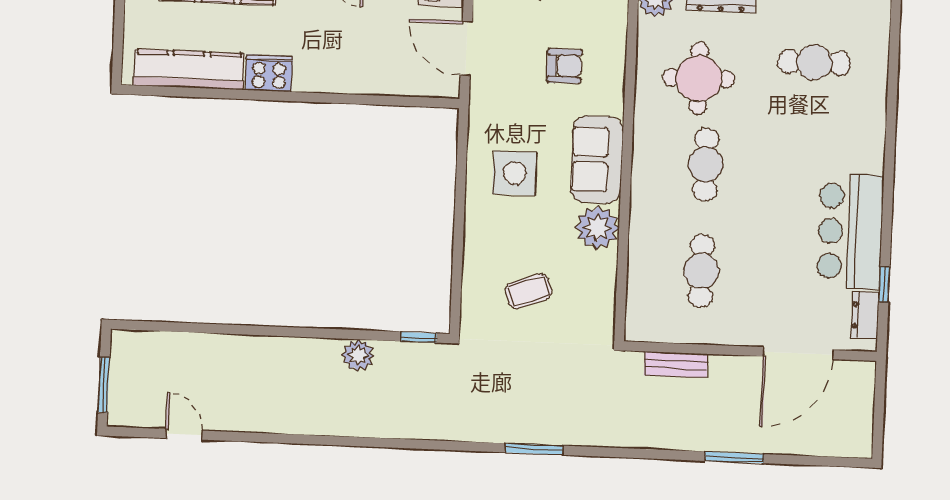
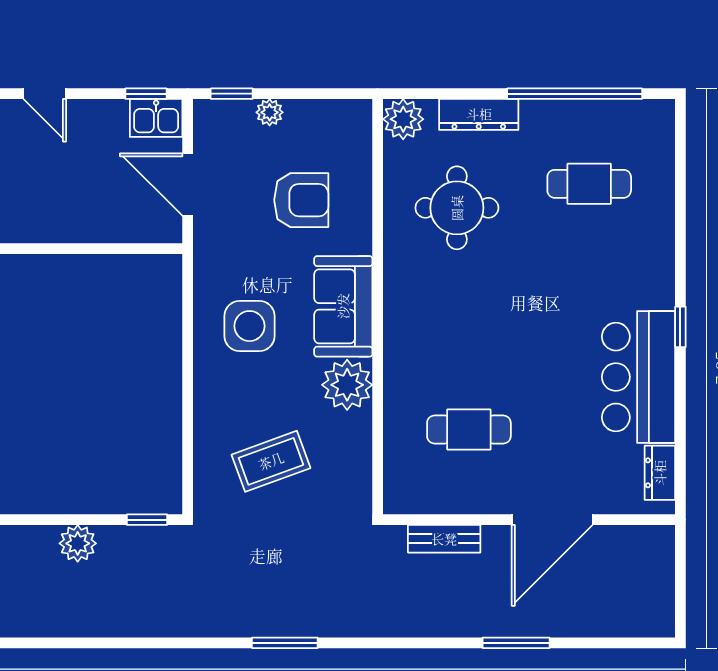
armchair: (564, 66) -> (301, 200), width x1.38, depth x1.38
cafe table: (706, 164) -> (469, 307), removed
cafe table: (701, 271) -> (469, 429), turned 90
window: (884, 285) -> (680, 327), moved
coffee table: (528, 291) -> (271, 461), width x1.36, depth x1.30
door: (798, 353) -> (552, 520), moved

